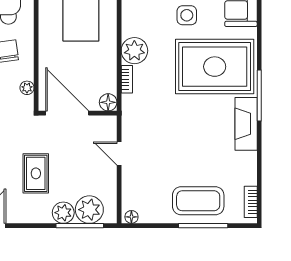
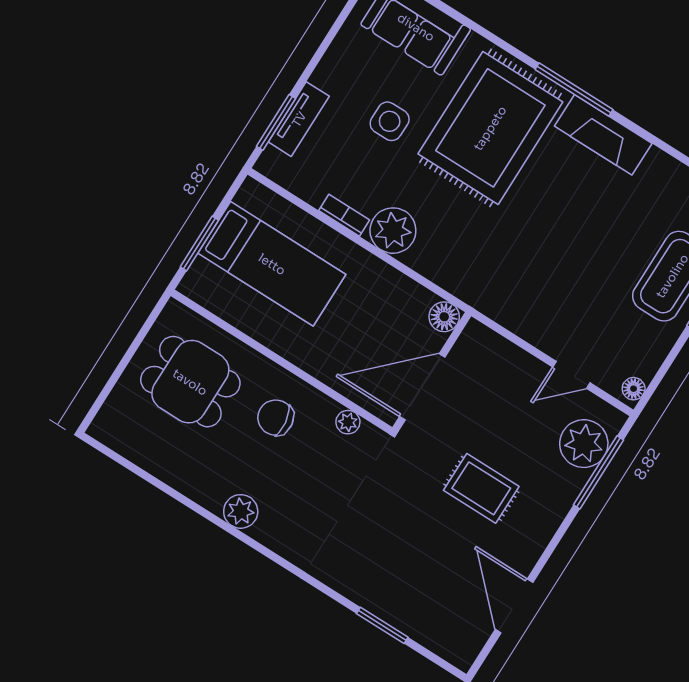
bookcase: (127, 79) -> (344, 215), moved
door: (119, 153) -> (571, 375), moved
plant: (63, 213) -> (564, 485), removed

